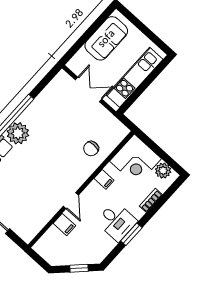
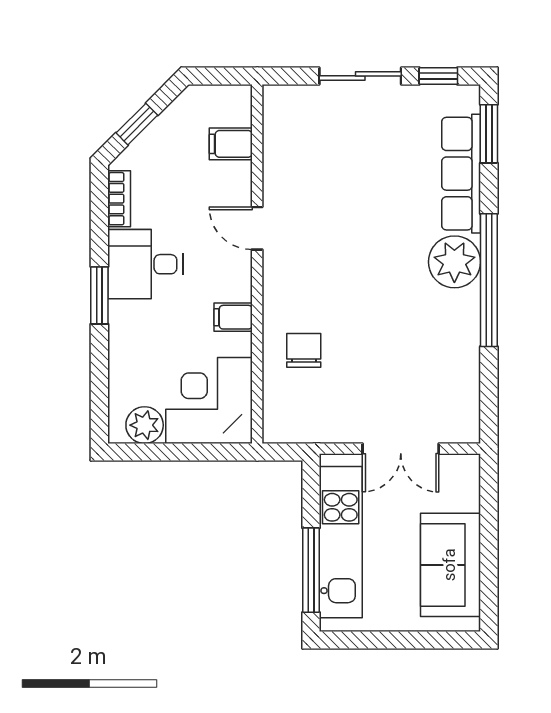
window: (152, 77) -> (311, 570), added
bookcase: (151, 200) -> (119, 199), moved
filing cabinet: (64, 225) -> (231, 144), moved
window: (131, 234) -> (99, 295), moved

